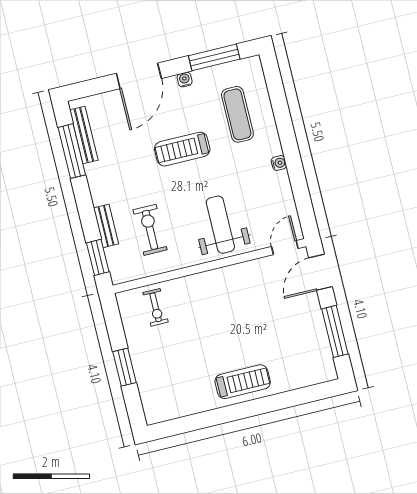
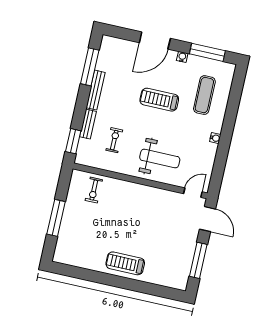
bench: (84, 135) -> (96, 90), moved
weight bench: (220, 225) -> (160, 158), turned 90
exercise bike: (150, 230) -> (114, 140), width x0.73, depth x0.72
door: (320, 272) -> (207, 219), swing flipped
window: (125, 367) -> (56, 218), width x1.44
treadmill: (243, 382) -> (125, 263), turned 180

